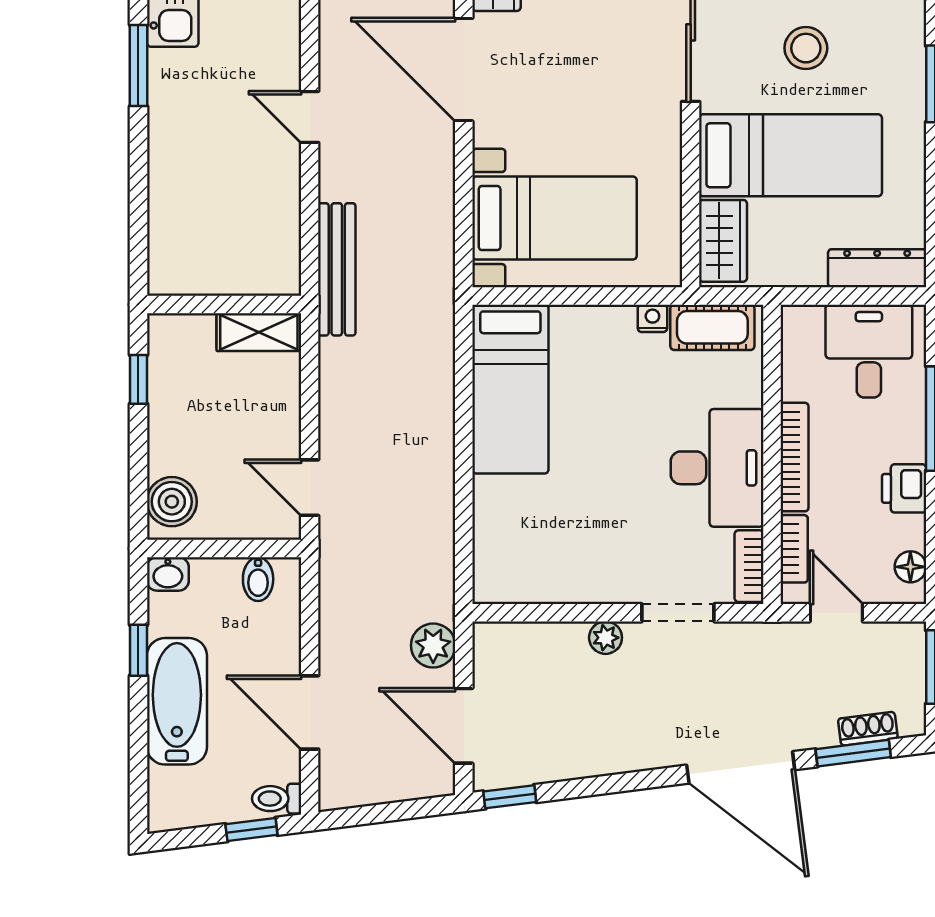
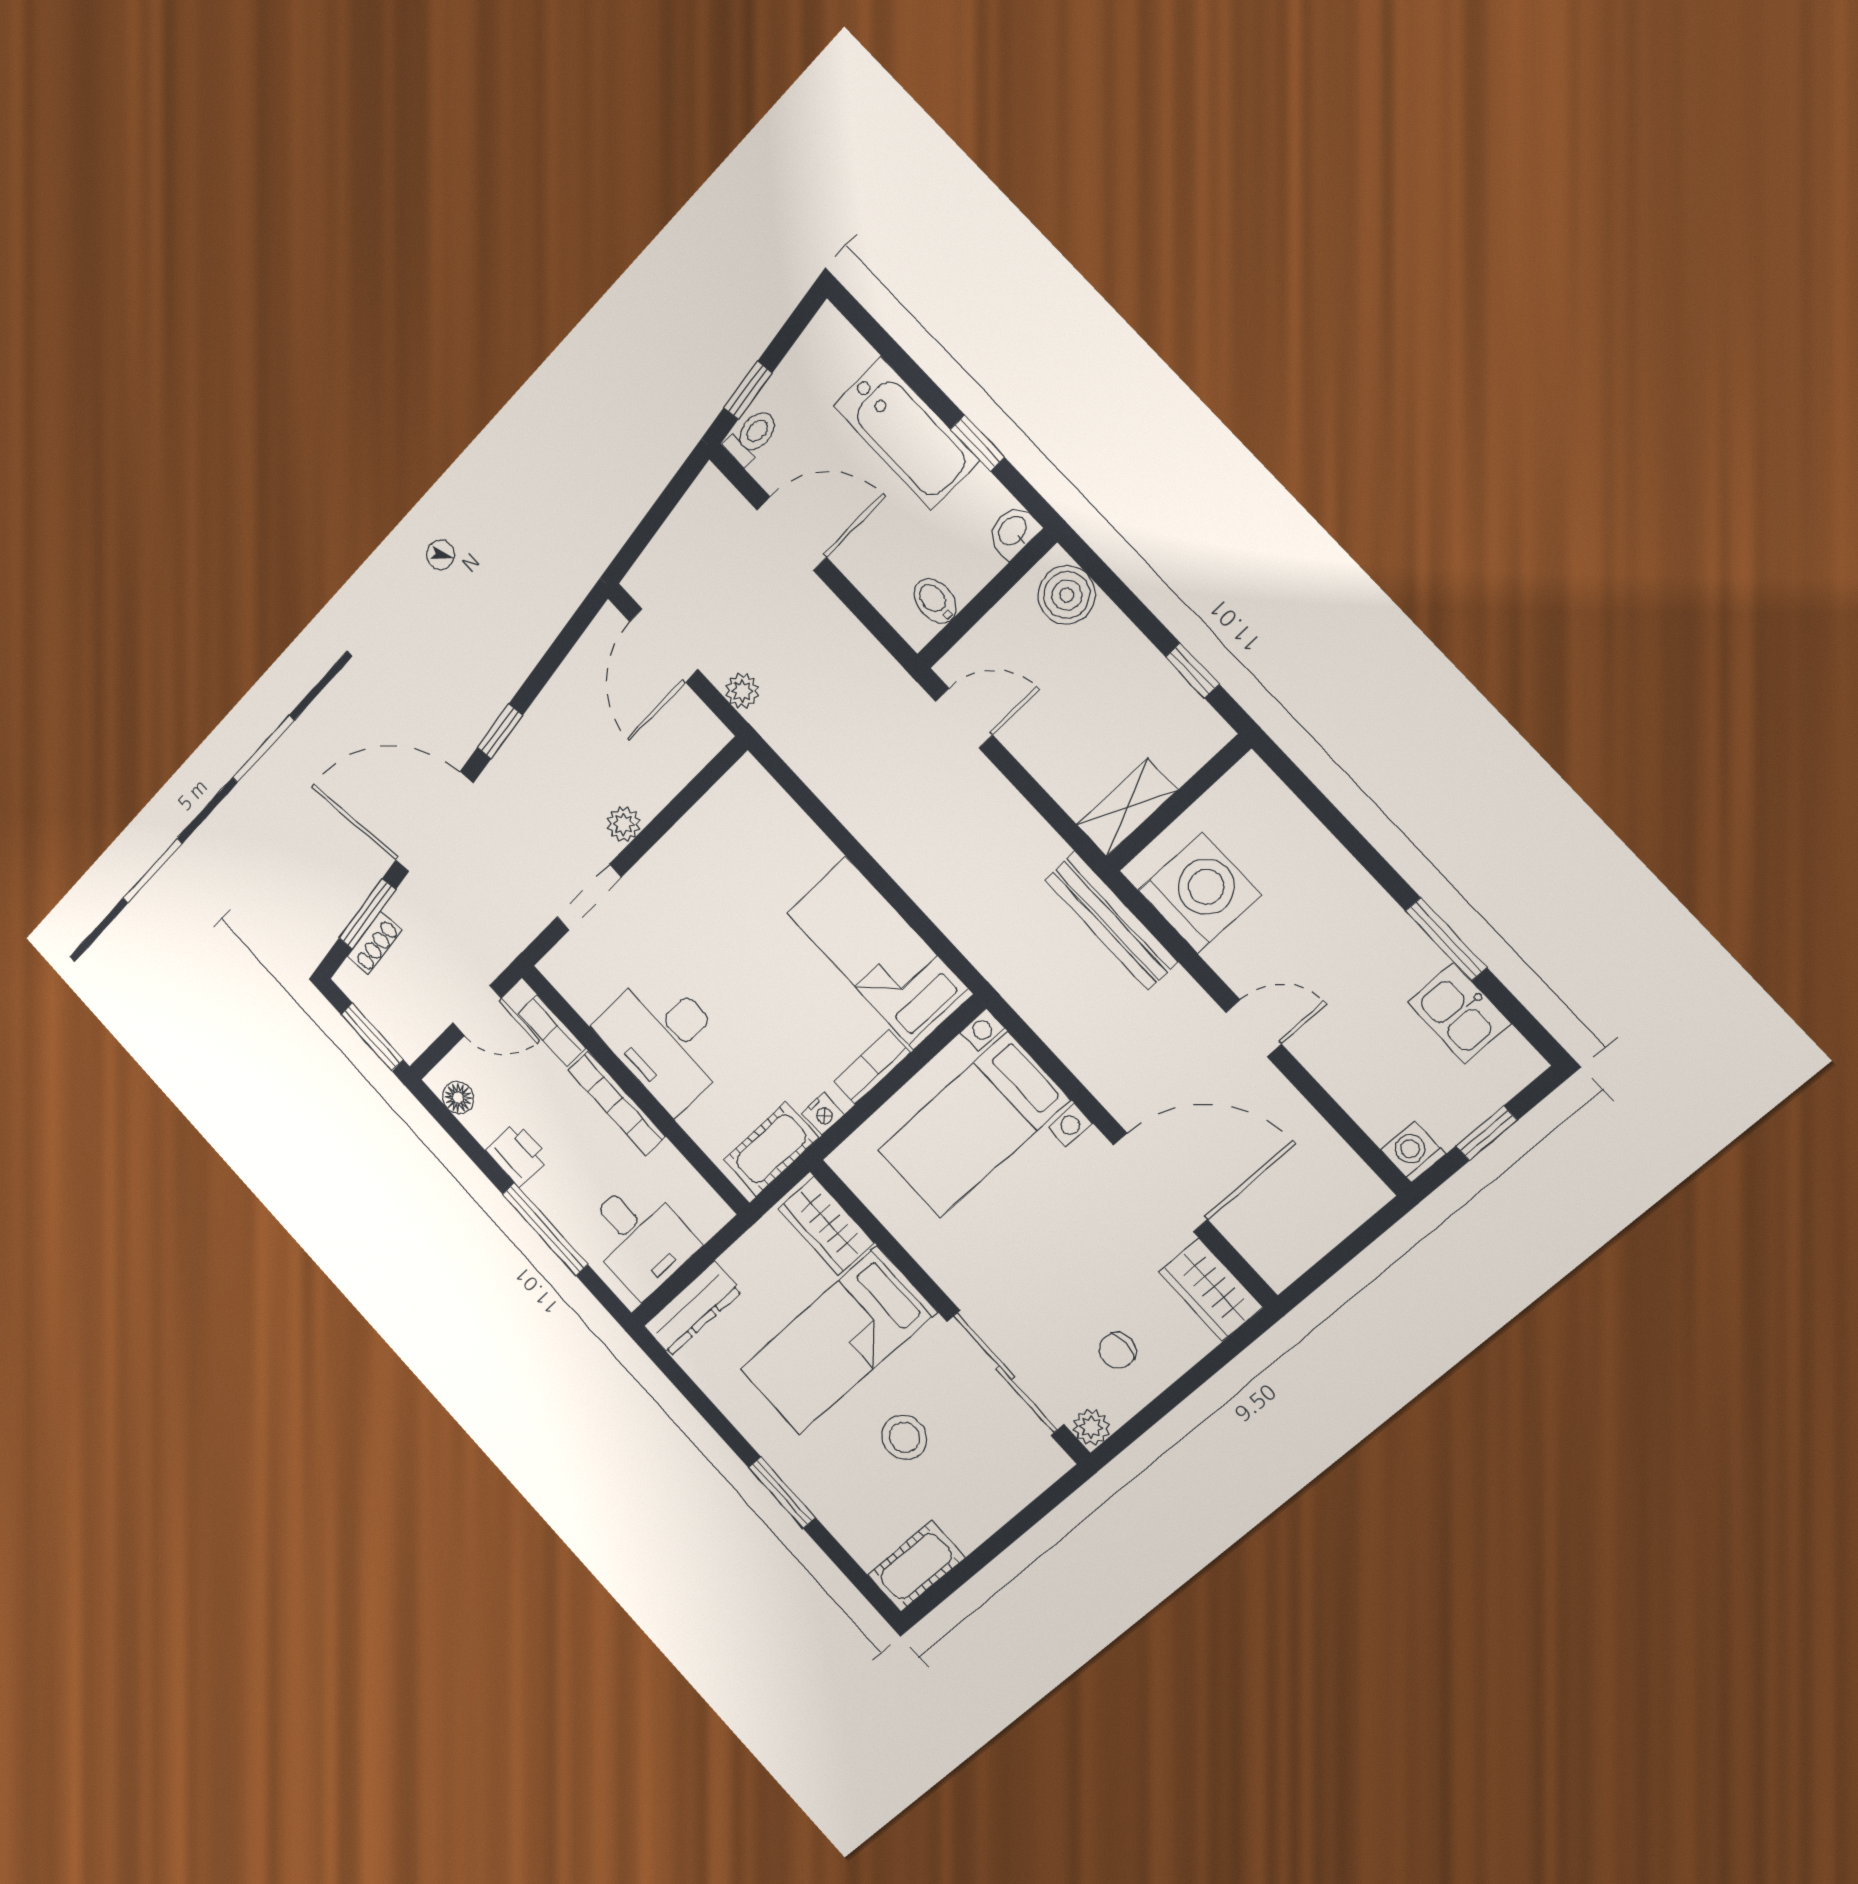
washing machine: (263, 235) -> (1200, 893), added
bookcase: (749, 566) -> (872, 1067), moved, turned -90
plant: (433, 646) -> (742, 691), width x0.73, depth x0.73
door: (464, 726) -> (664, 646), swing flipped
window: (510, 797) -> (500, 731), moved

